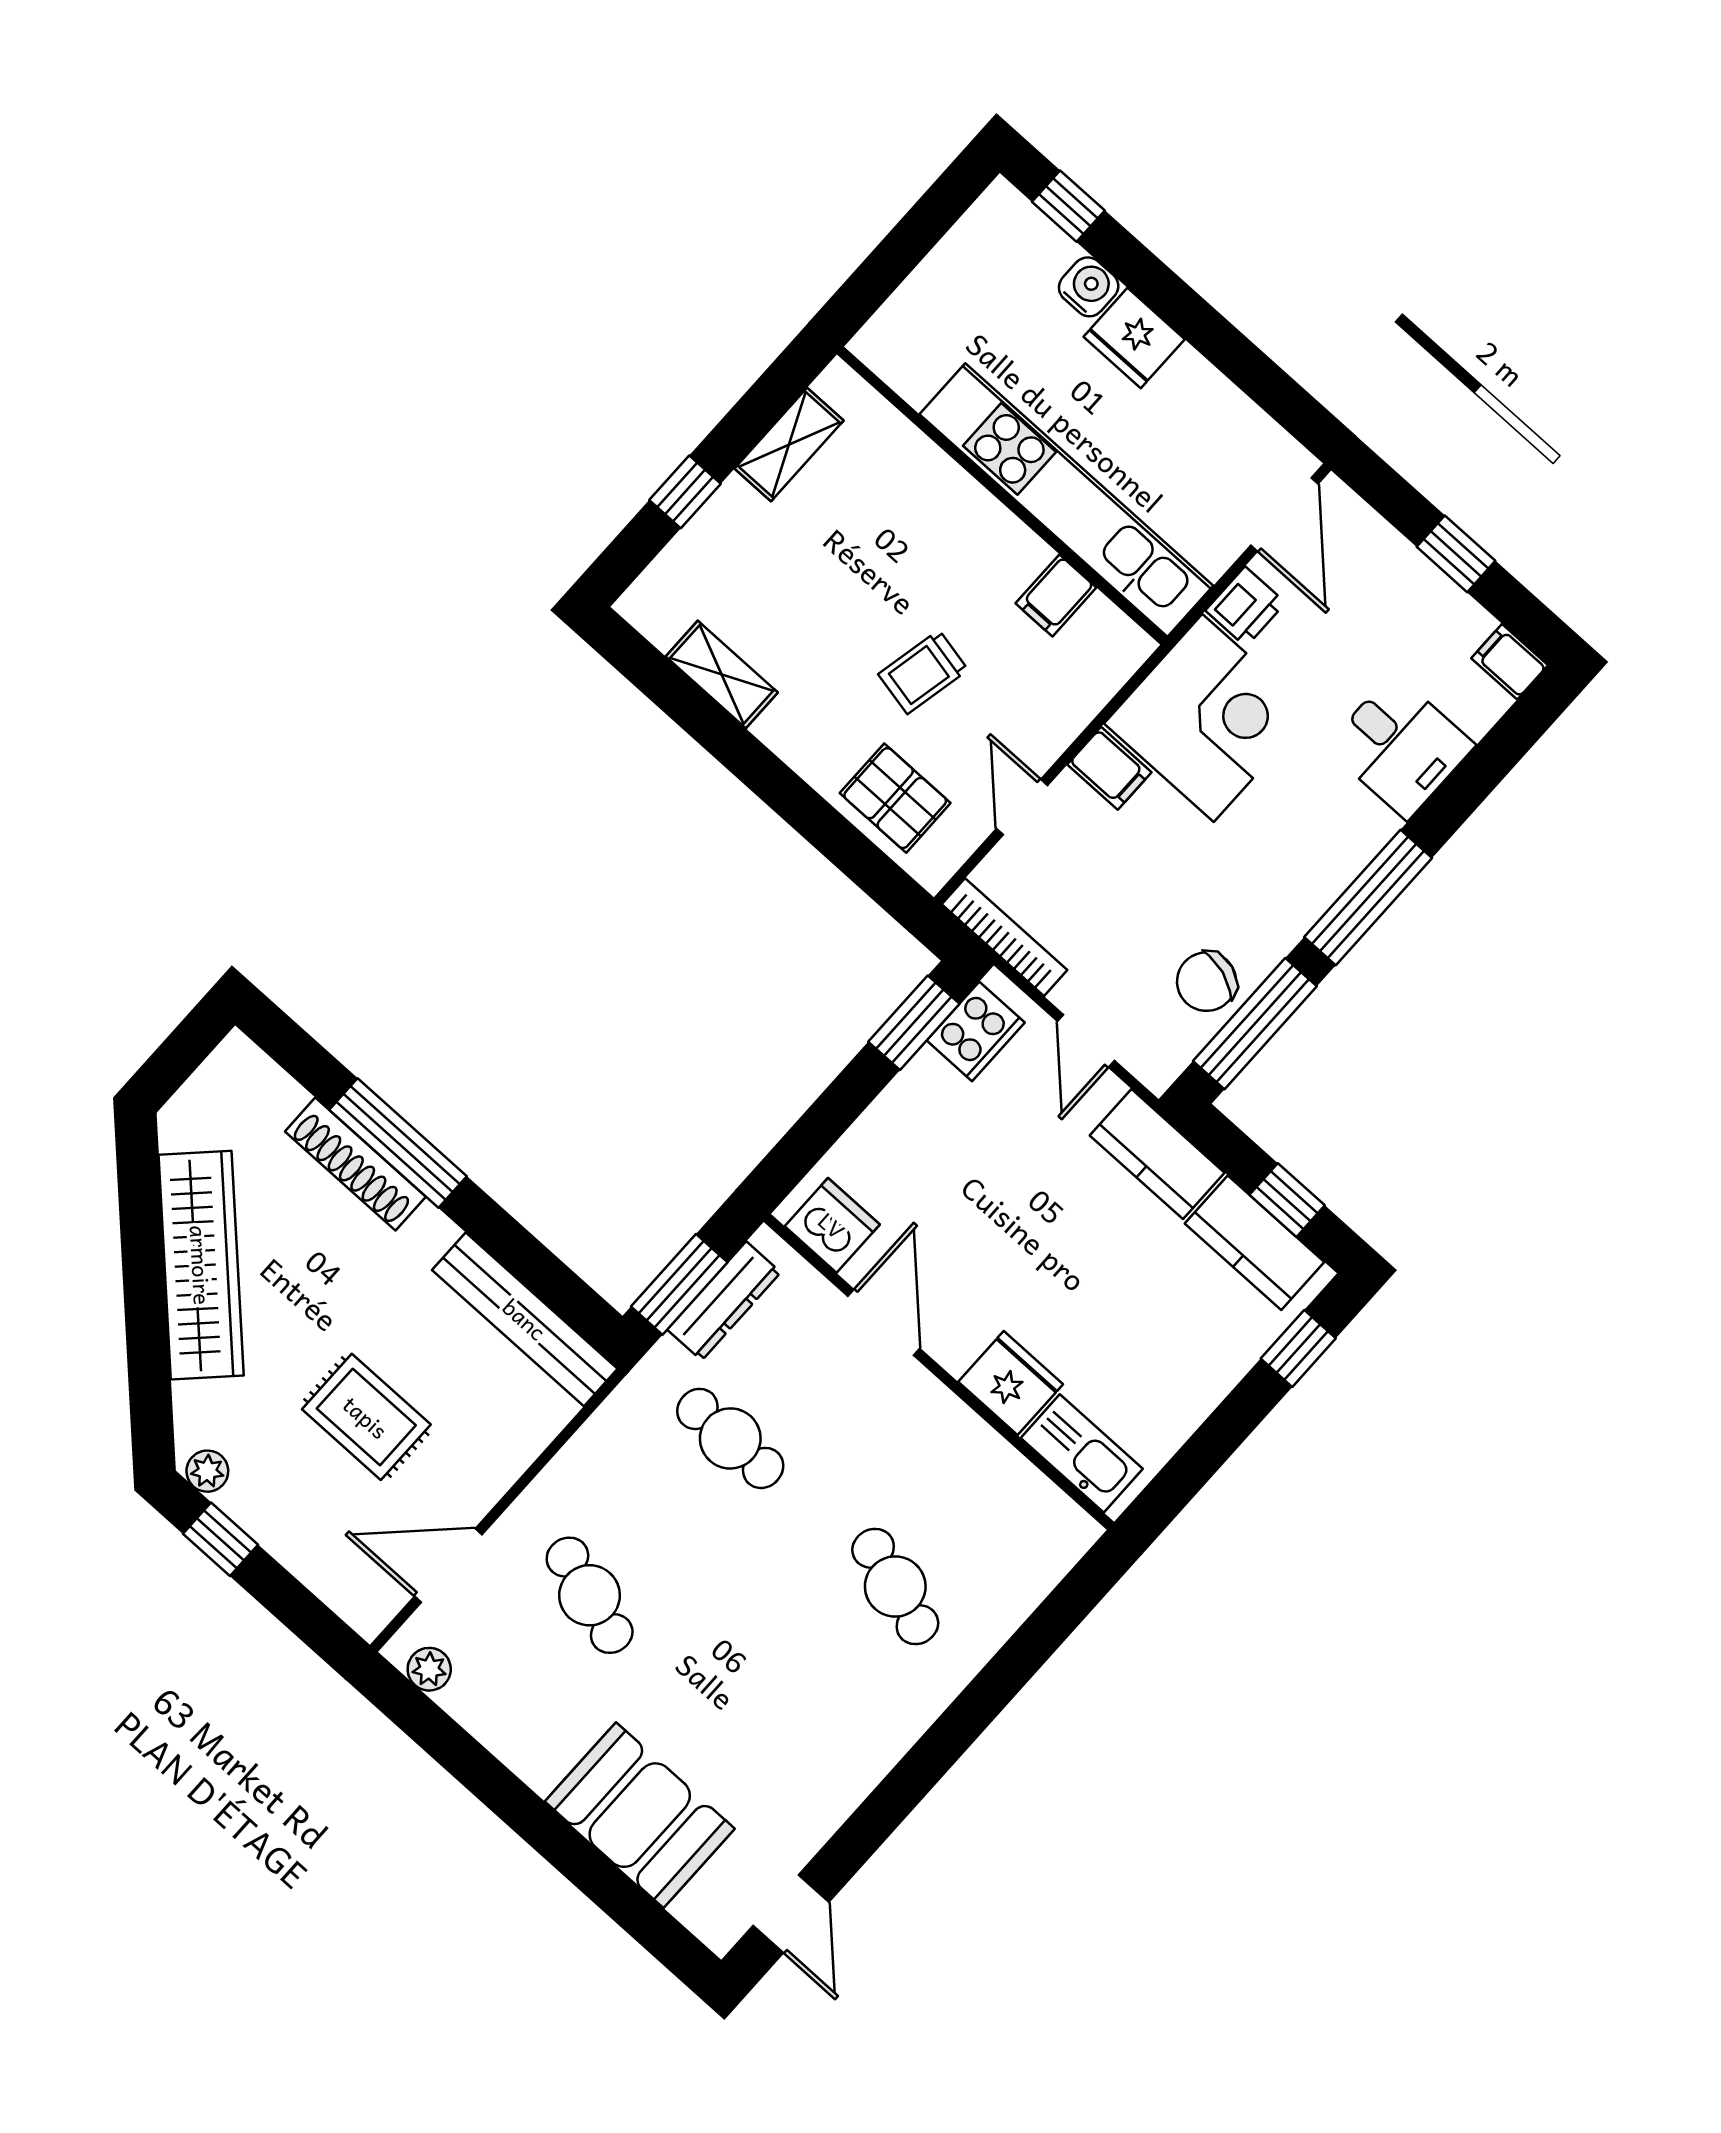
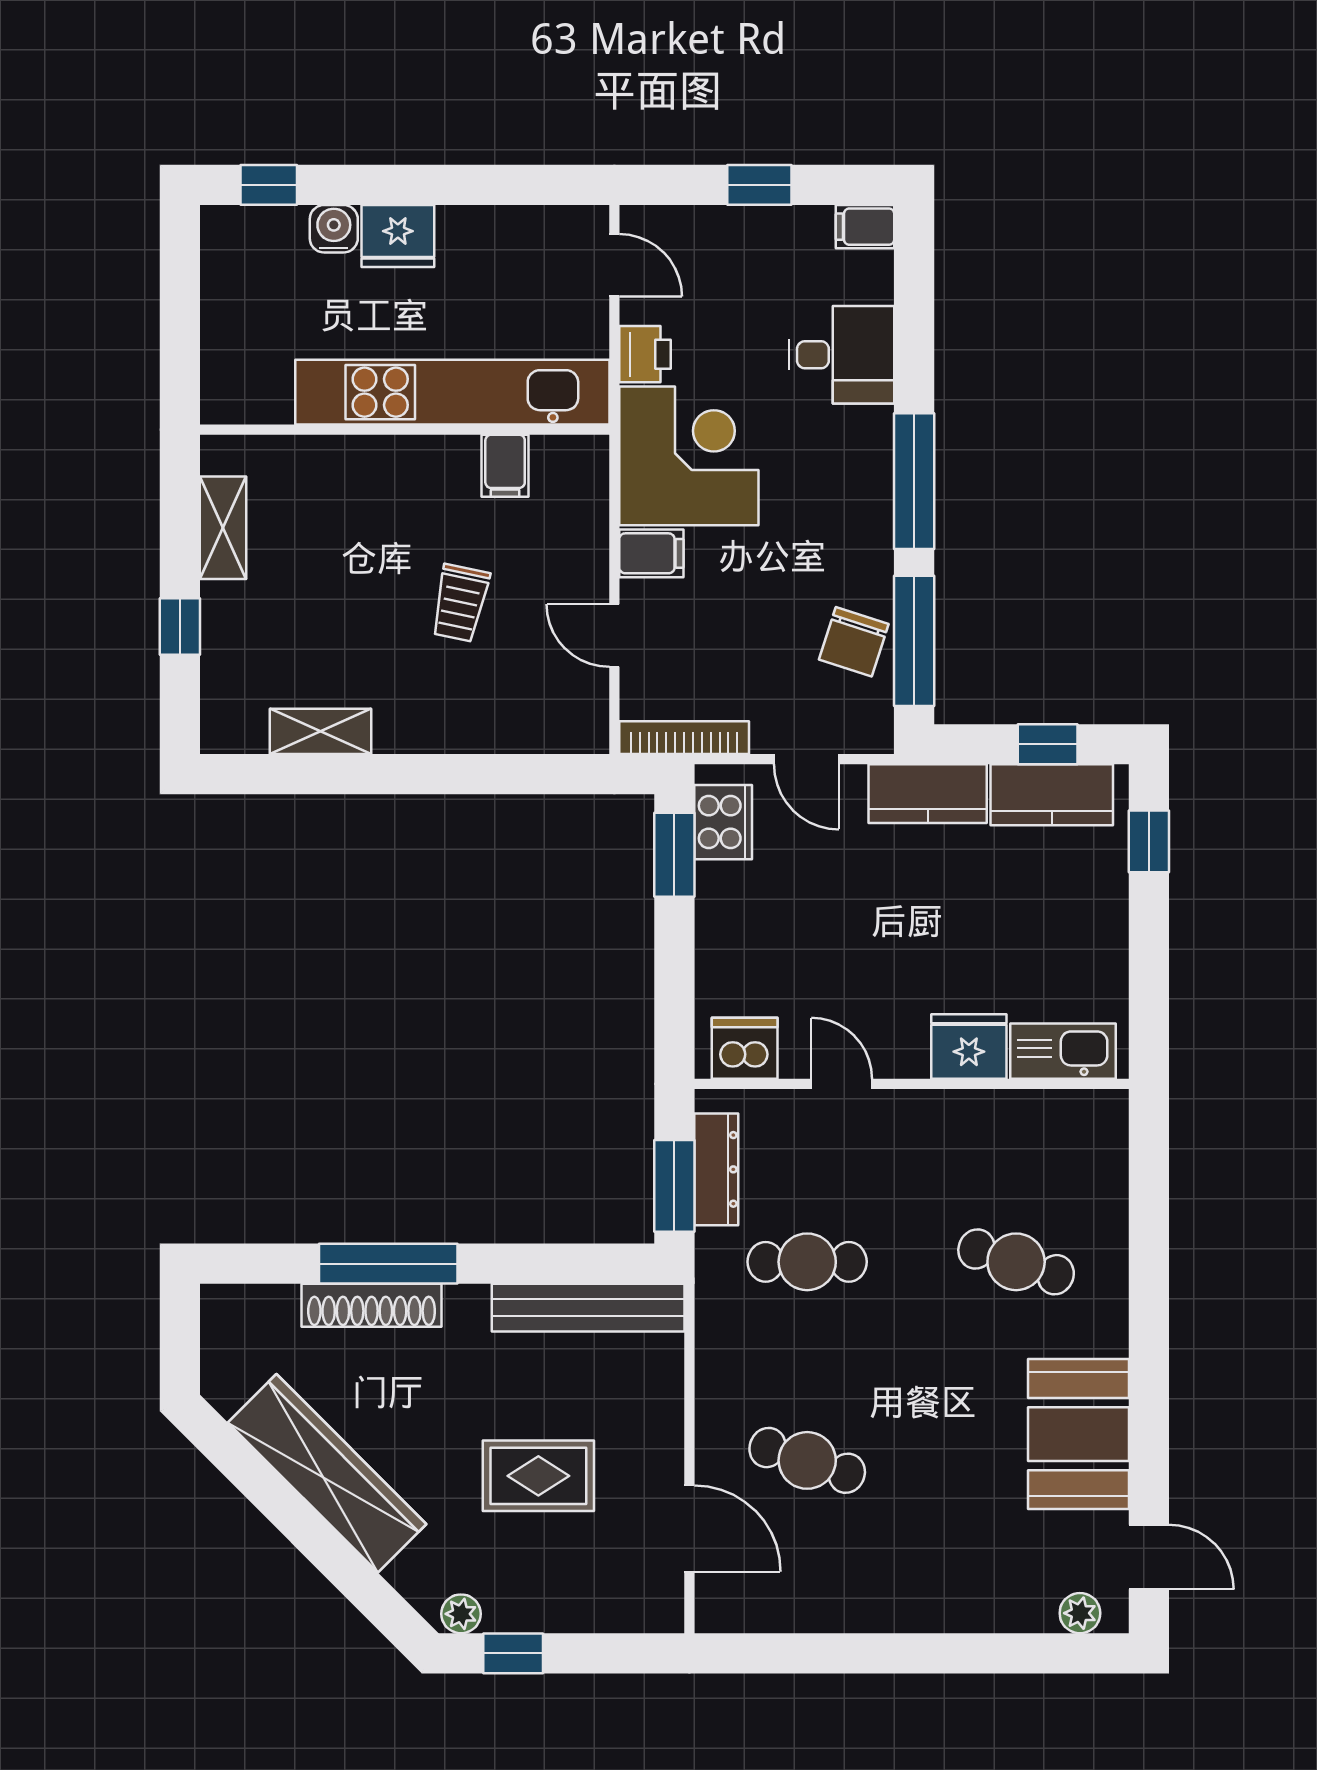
door: (1284, 515) -> (614, 265), width x0.73
pallet: (895, 798) -> (520, 709), removed
door: (884, 1322) -> (842, 1084), width x0.73
door: (448, 1565) -> (689, 1528), swing flipped
plant: (429, 1669) -> (1080, 1613), moved
booth: (640, 1815) -> (1078, 1434), moved, turned 90

